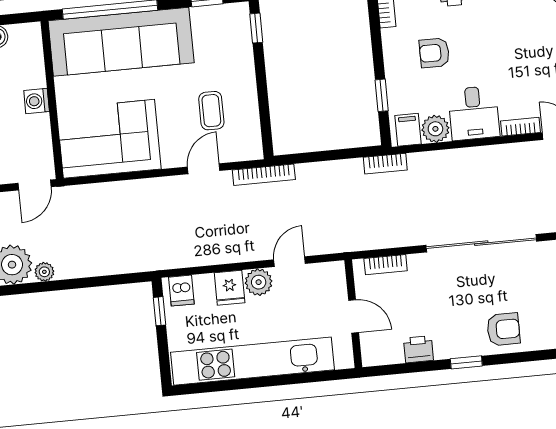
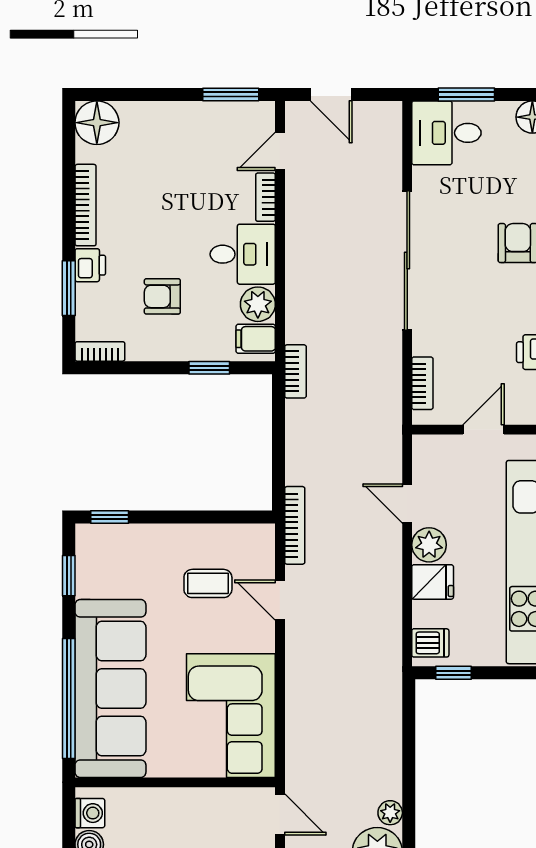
armchair: (434, 53) -> (162, 296), turned 90
washing machine: (37, 101) -> (90, 813), moved, turned -90

